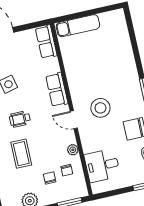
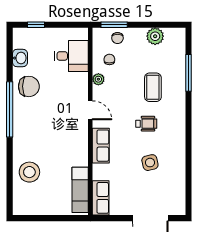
exam couch: (78, 26) -> (80, 190), moved, turned -90
stool: (100, 108) -> (29, 172), moved
chair: (50, 178) -> (117, 38), moved

